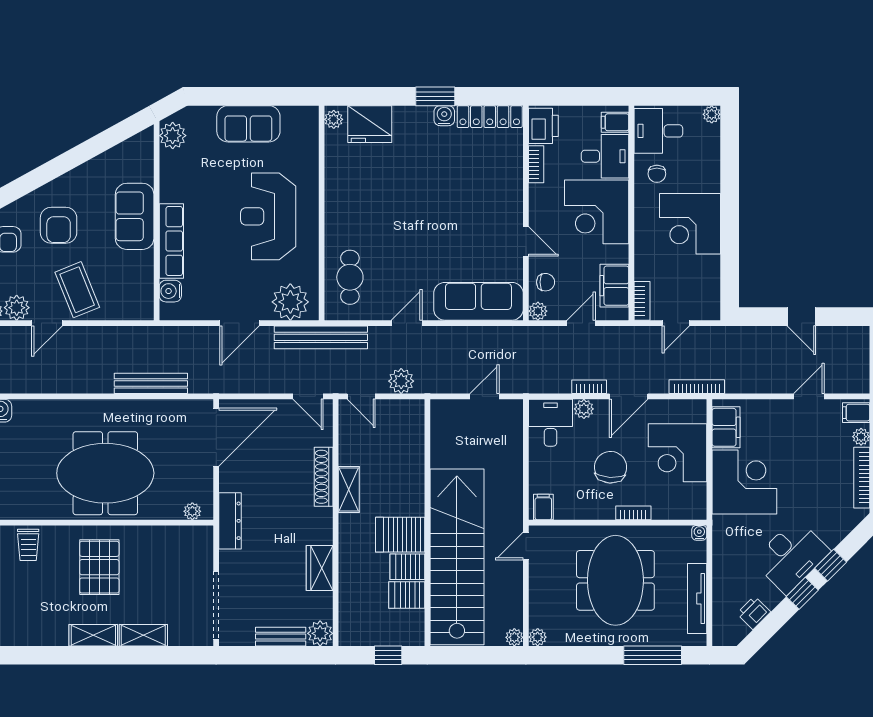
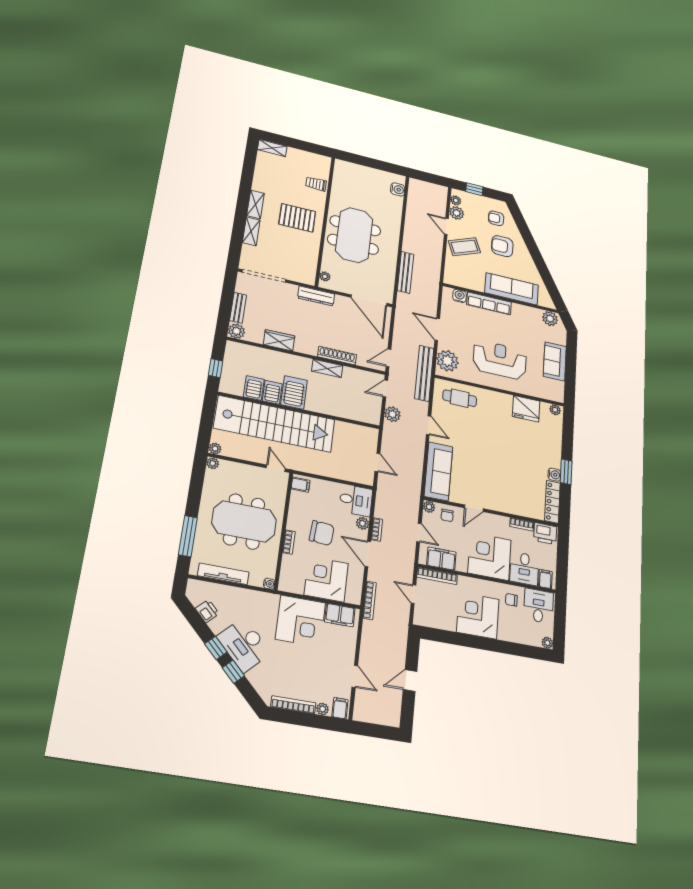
fridge: (370, 124) -> (526, 409), moved, turned -90
sofa: (135, 216) -> (512, 289), width x1.36
bookcase: (642, 301) -> (437, 576), width x1.56

